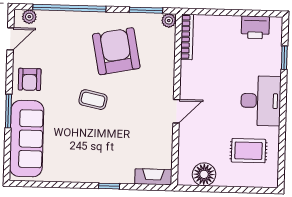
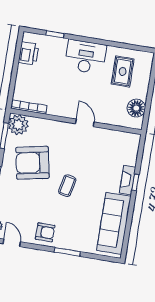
plant: (169, 21) -> (18, 125), width x1.88, depth x1.88
sofa: (27, 139) -> (114, 223), moved, turned -90
fireplace: (153, 177) -> (128, 180), moved

